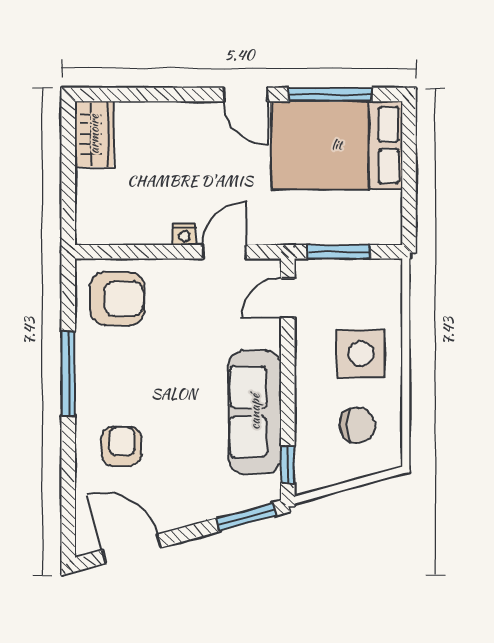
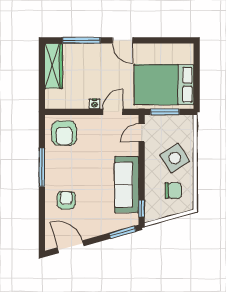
window: (330, 94) -> (81, 40), moved
wardrobe: (94, 134) -> (54, 66), width x1.50
bed: (337, 145) -> (164, 85), moved
armchair: (117, 299) -> (64, 133), turned 90
side table: (361, 354) -> (175, 158), turned -33

